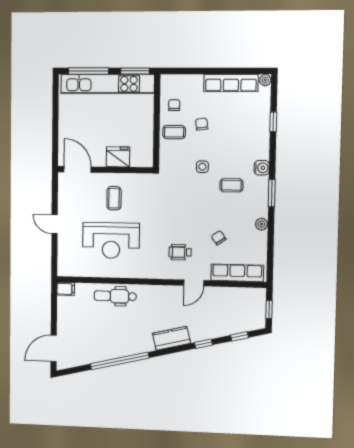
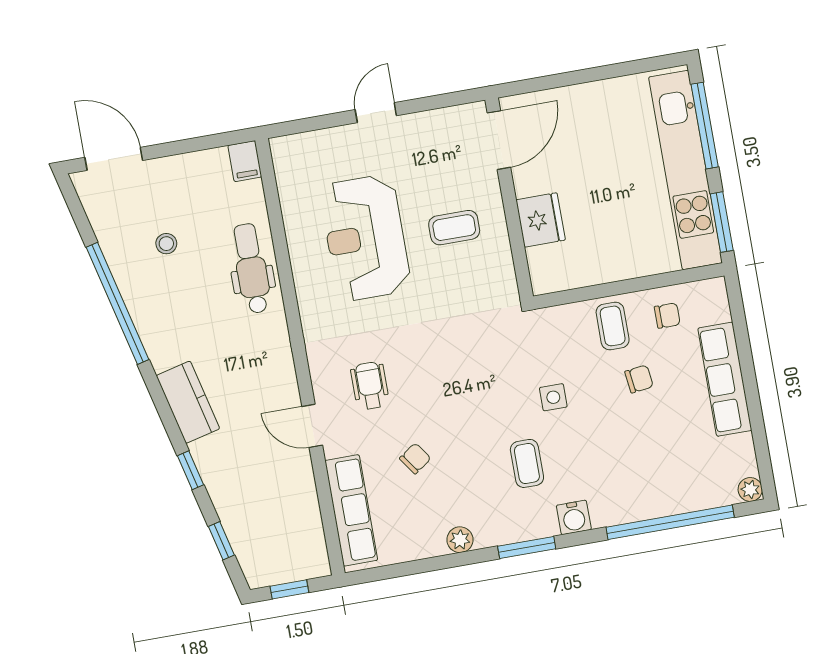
row of seats: (231, 83) -> (725, 379), moved
window: (273, 122) -> (670, 522), width x3.17
stool: (97, 333) -> (166, 244), added

